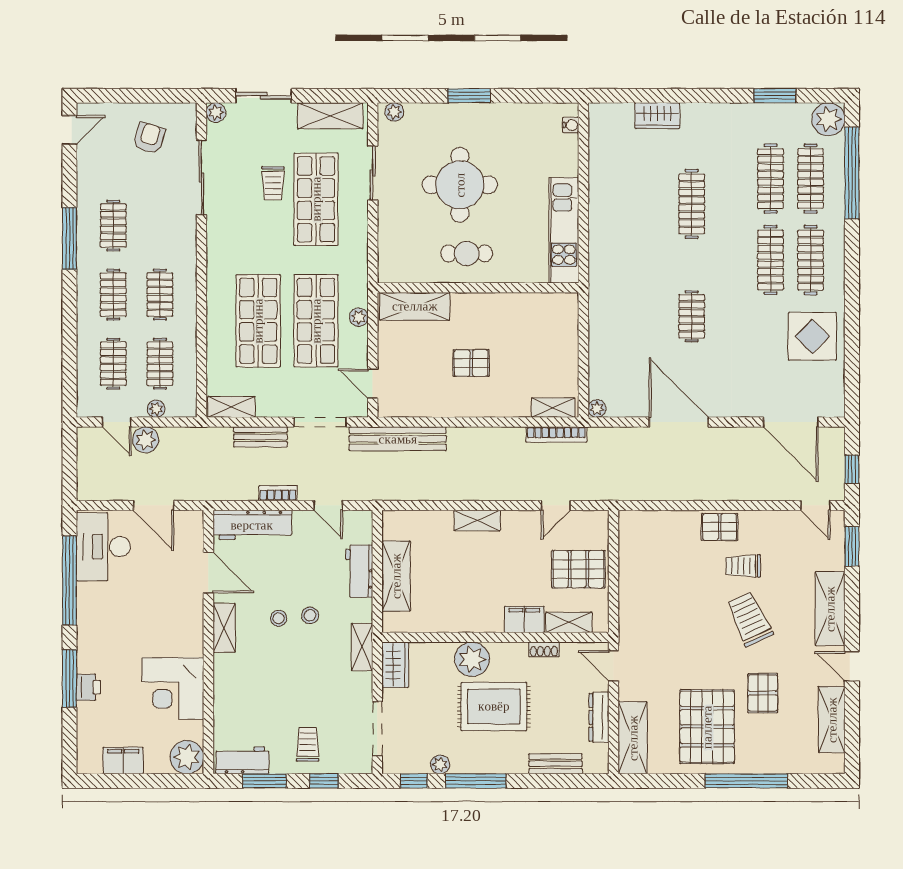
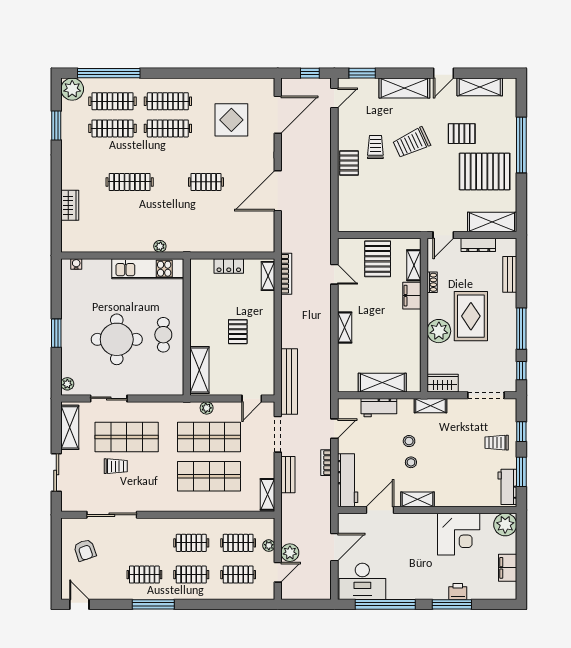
plant: (216, 112) -> (68, 505), removed
armchair: (149, 138) -> (85, 550), turned -126
display table: (812, 336) -> (231, 120), moved
locker: (568, 350) -> (229, 266), added
plant: (597, 409) -> (160, 246), moved
trolley: (743, 566) -> (375, 147), turned 180
plant: (440, 764) -> (510, 353), removed

